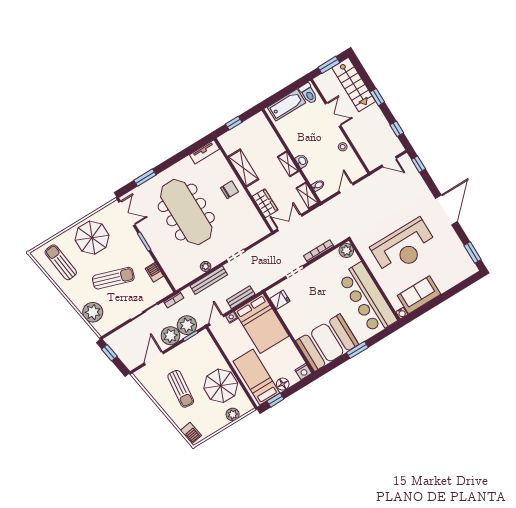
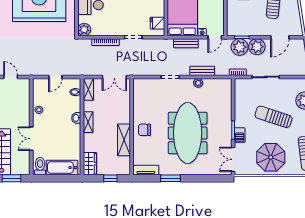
window: (145, 178) -> (170, 178), moved
wardrobe: (265, 203) -> (90, 164), moved, turned 180
barbecue: (154, 272) -> (240, 135), moved
bench: (209, 280) -> (202, 71), width x0.73

